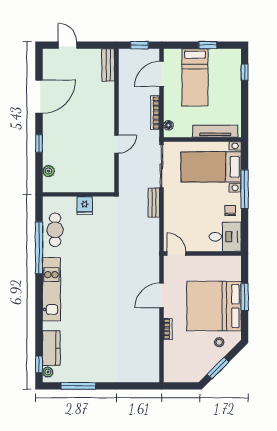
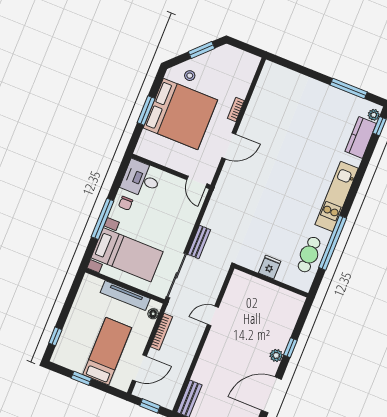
tv unit: (215, 131) -> (125, 296), moved
plant: (49, 171) -> (276, 355), moved

